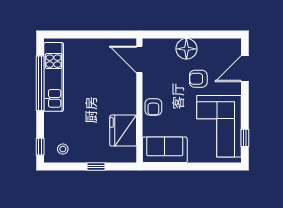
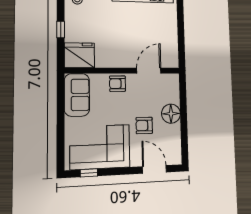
door: (139, 60) -> (149, 71), moved
armchair: (198, 79) -> (144, 125), turned -90
fridge: (123, 131) -> (79, 55), moved

